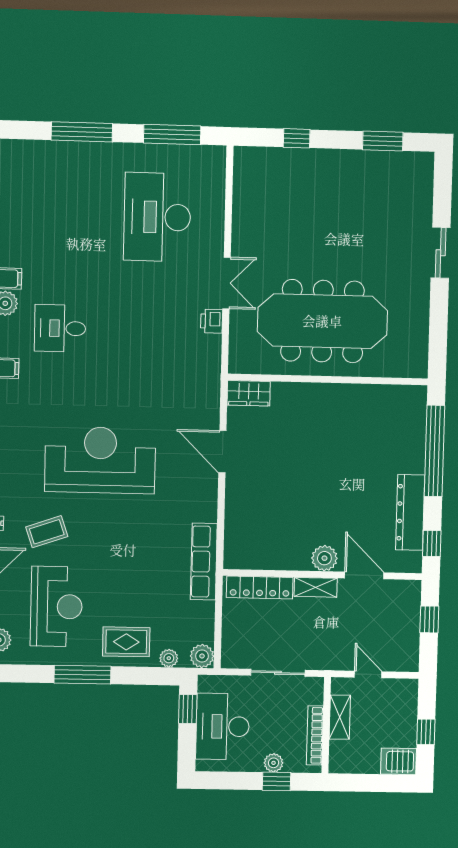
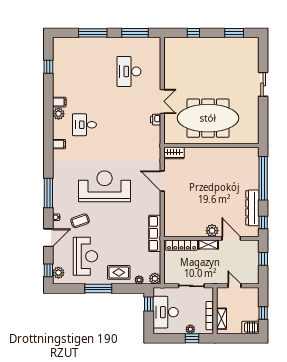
desk: (157, 217) -> (129, 71), width x0.73, depth x0.77
shelving: (340, 717) -> (222, 319), moved

